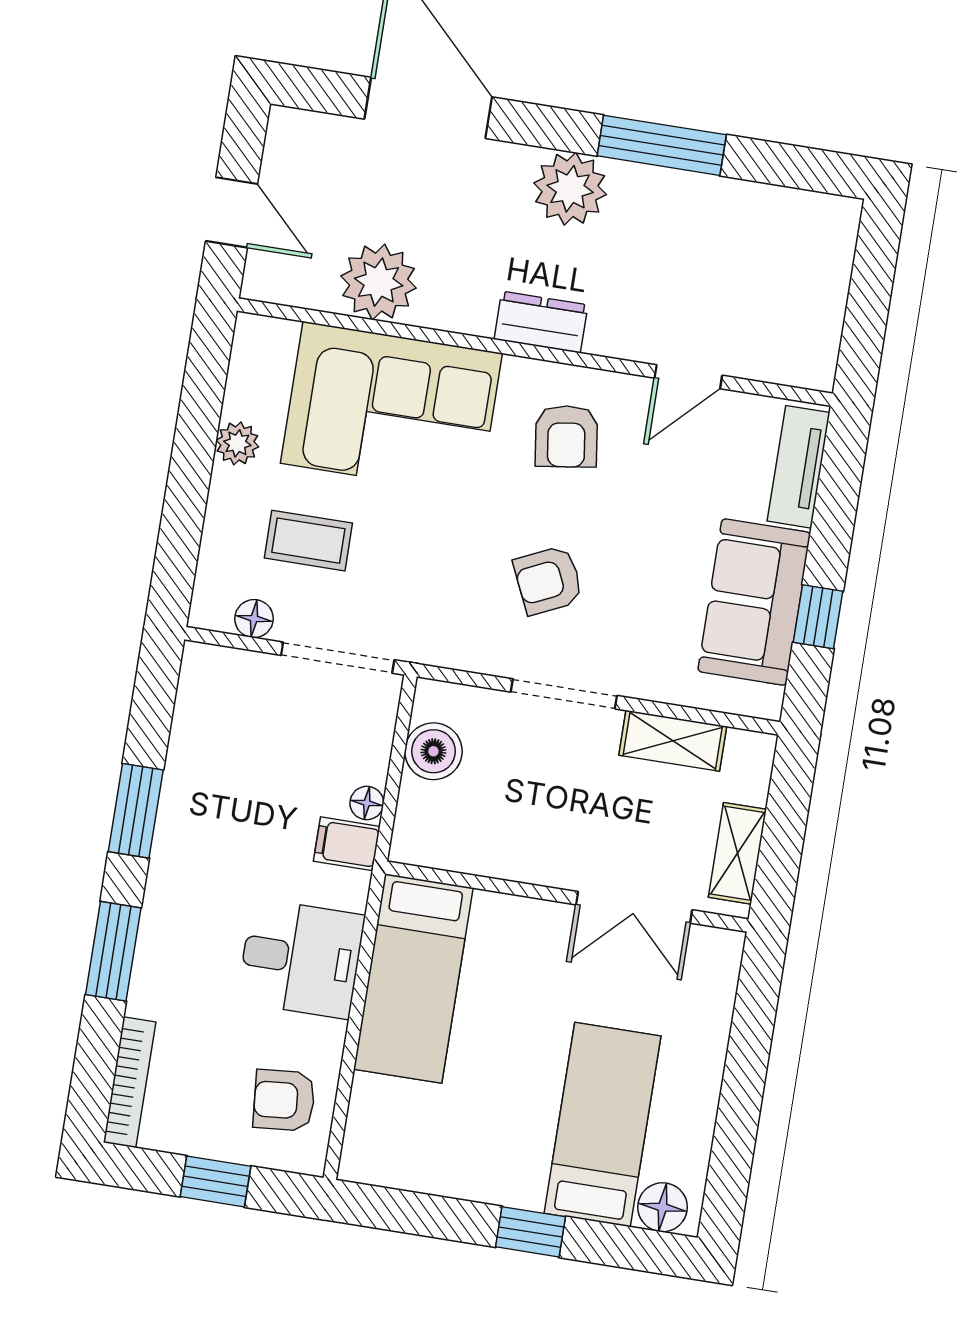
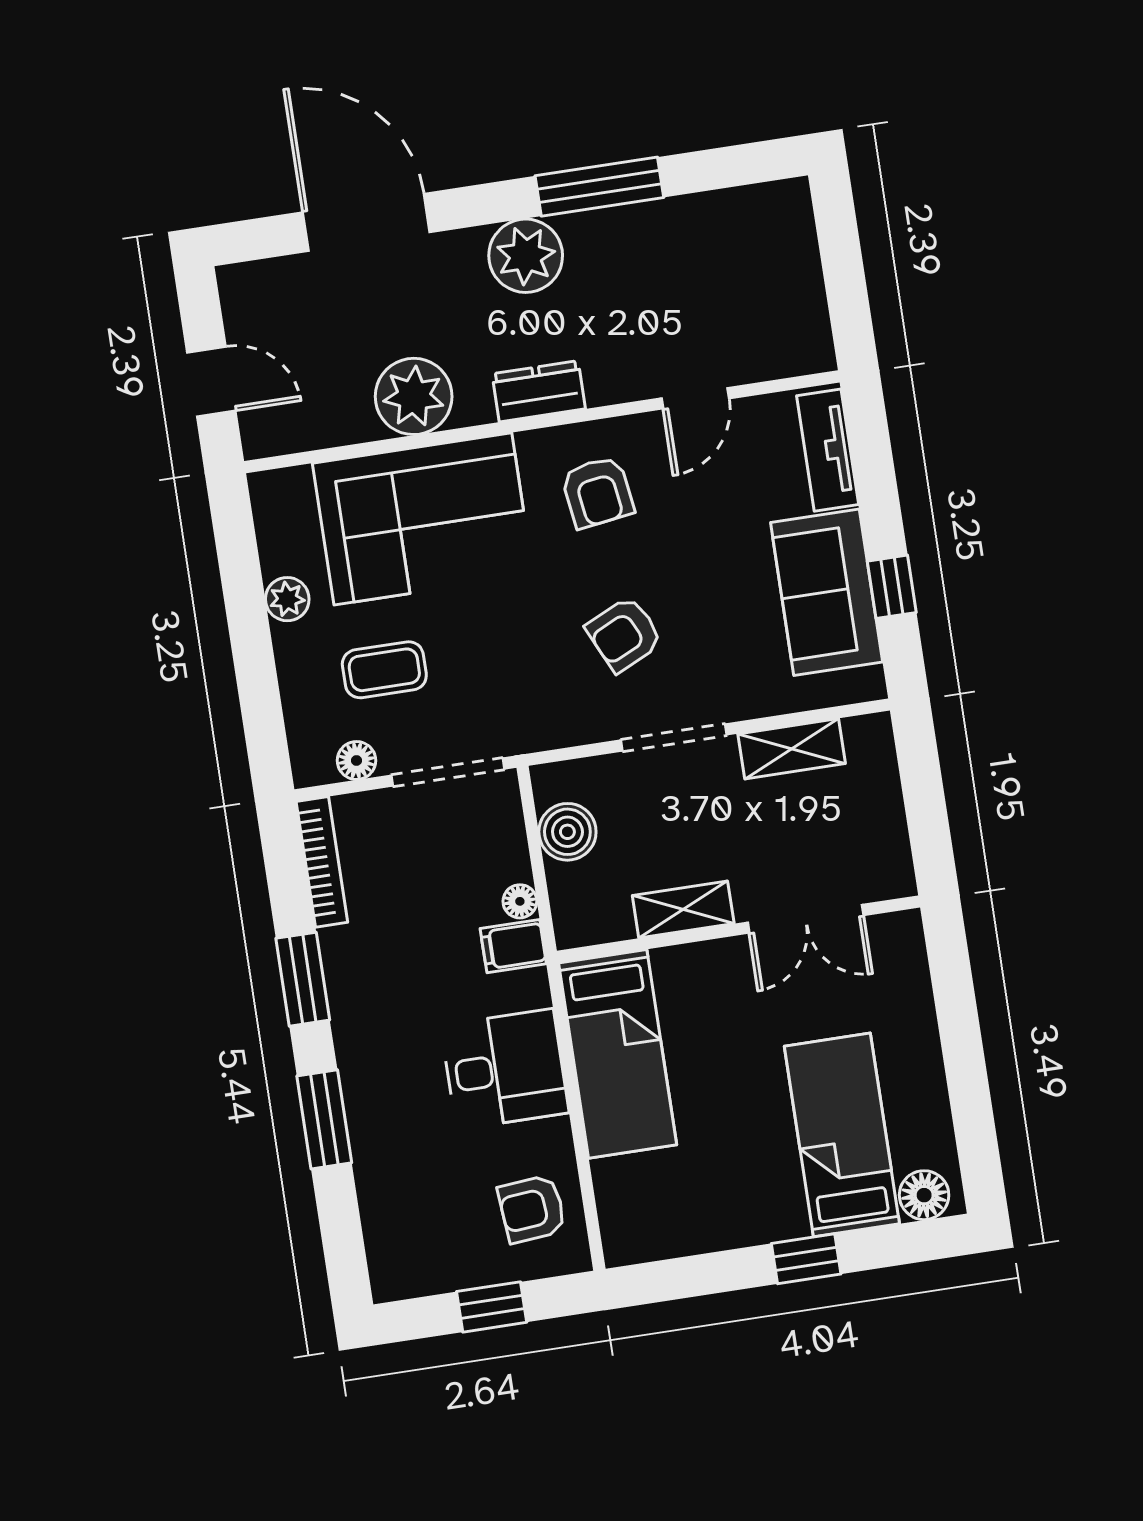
plant: (379, 282) -> (414, 396), moved
shelving: (737, 853) -> (683, 909), moved, turned 90
bookcase: (130, 1082) -> (322, 862), moved

